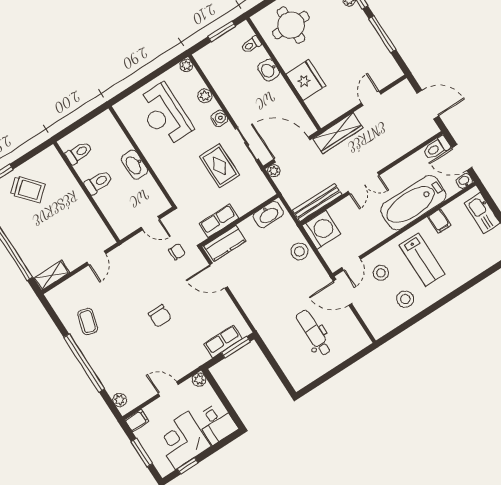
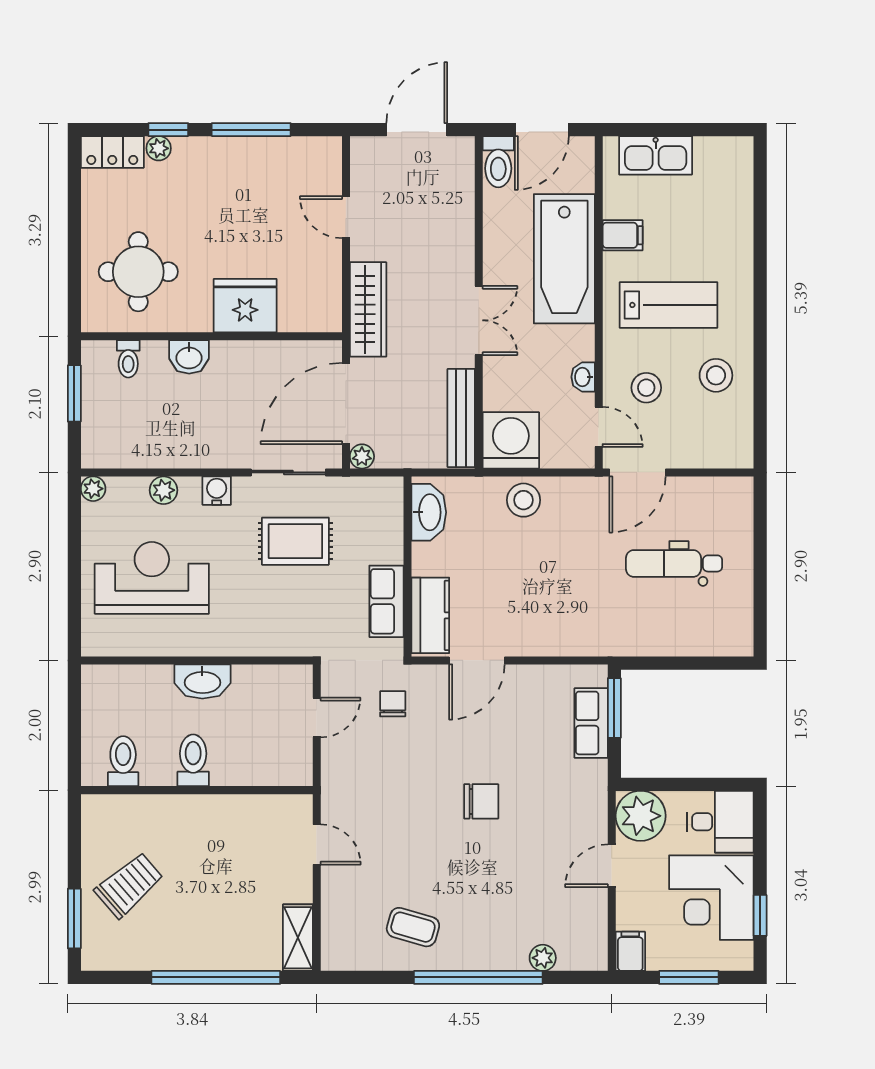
reception desk: (165, 115) -> (152, 578), turned 180
washbasin: (464, 181) -> (583, 377), moved
plant: (199, 380) -> (641, 816), width x1.87, depth x1.87
plant: (120, 400) -> (543, 958), moved

